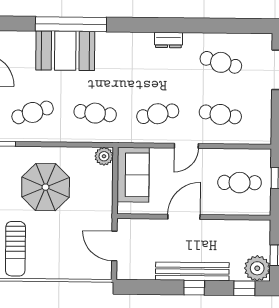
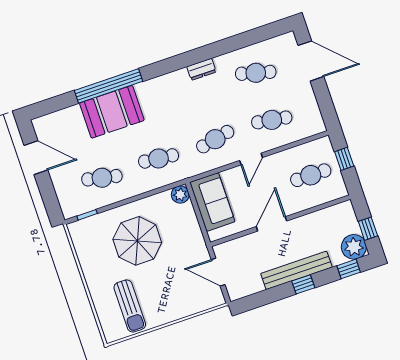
cafe table: (33, 112) -> (102, 178), turned 30

